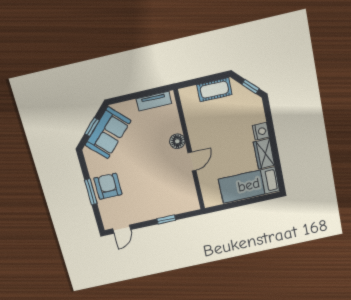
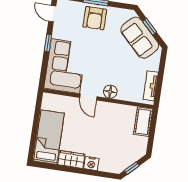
cot: (214, 90) -> (143, 122), moved
armchair: (108, 186) -> (95, 18), turned 90
corner sofa: (169, 197) -> (65, 66), added
window: (166, 219) -> (48, 43), moved

